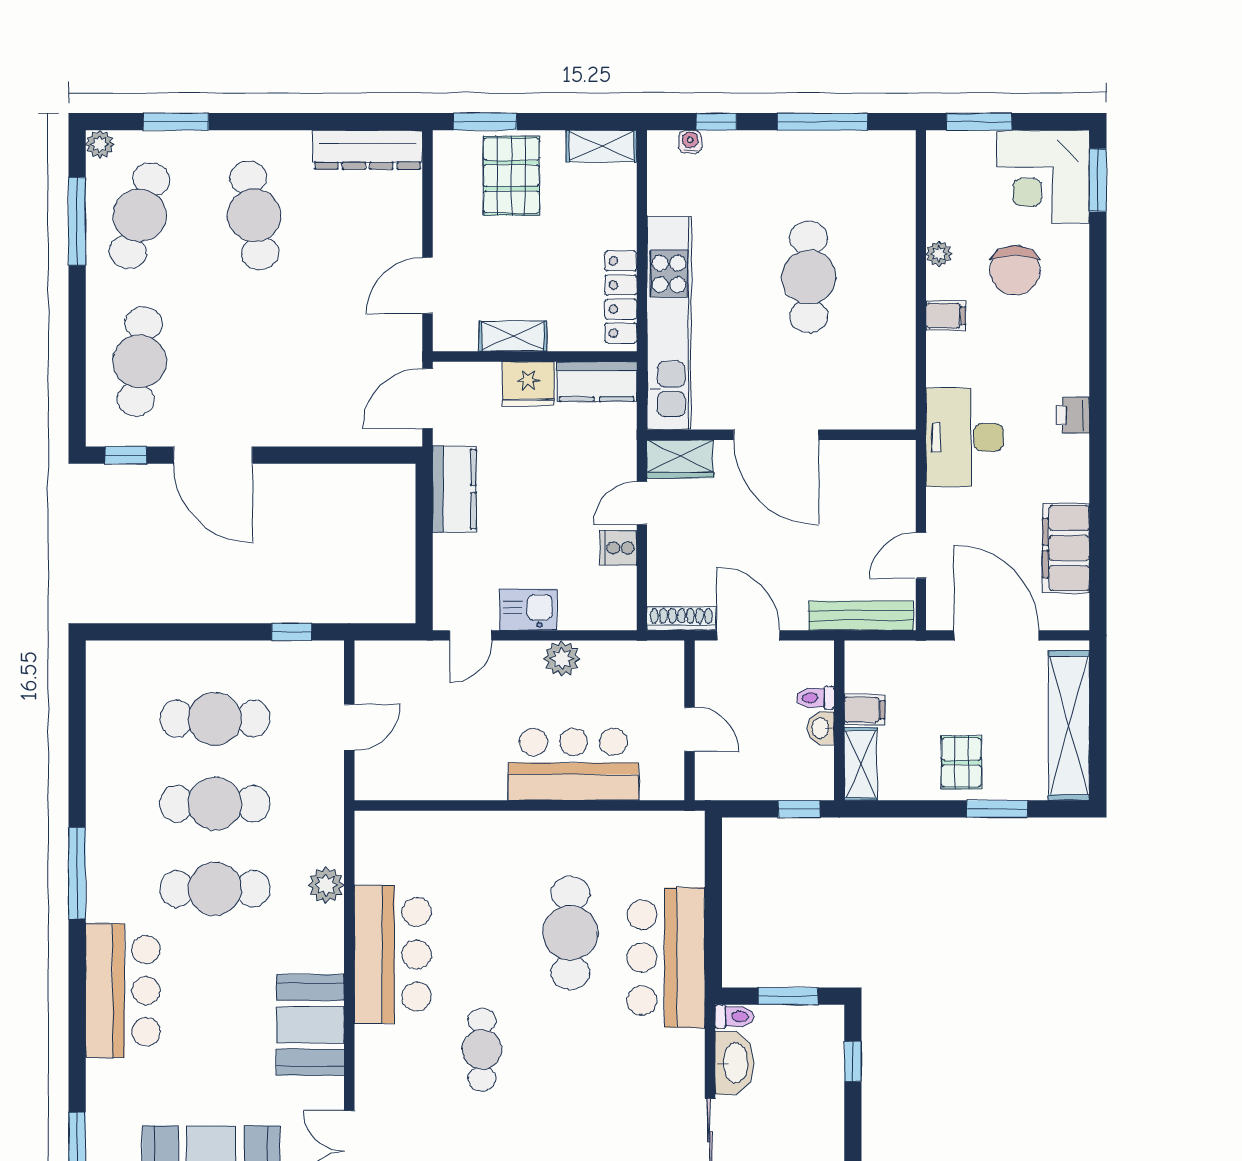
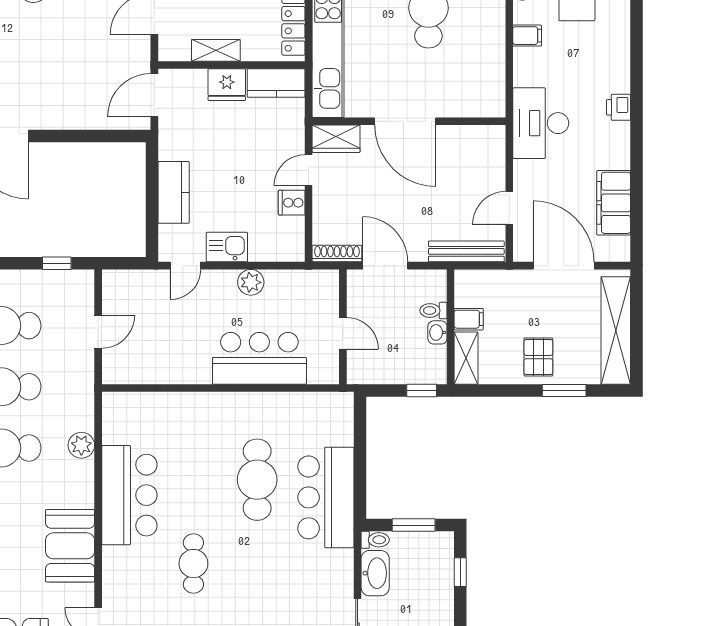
kitchen counter: (454, 489) -> (174, 192), moved

